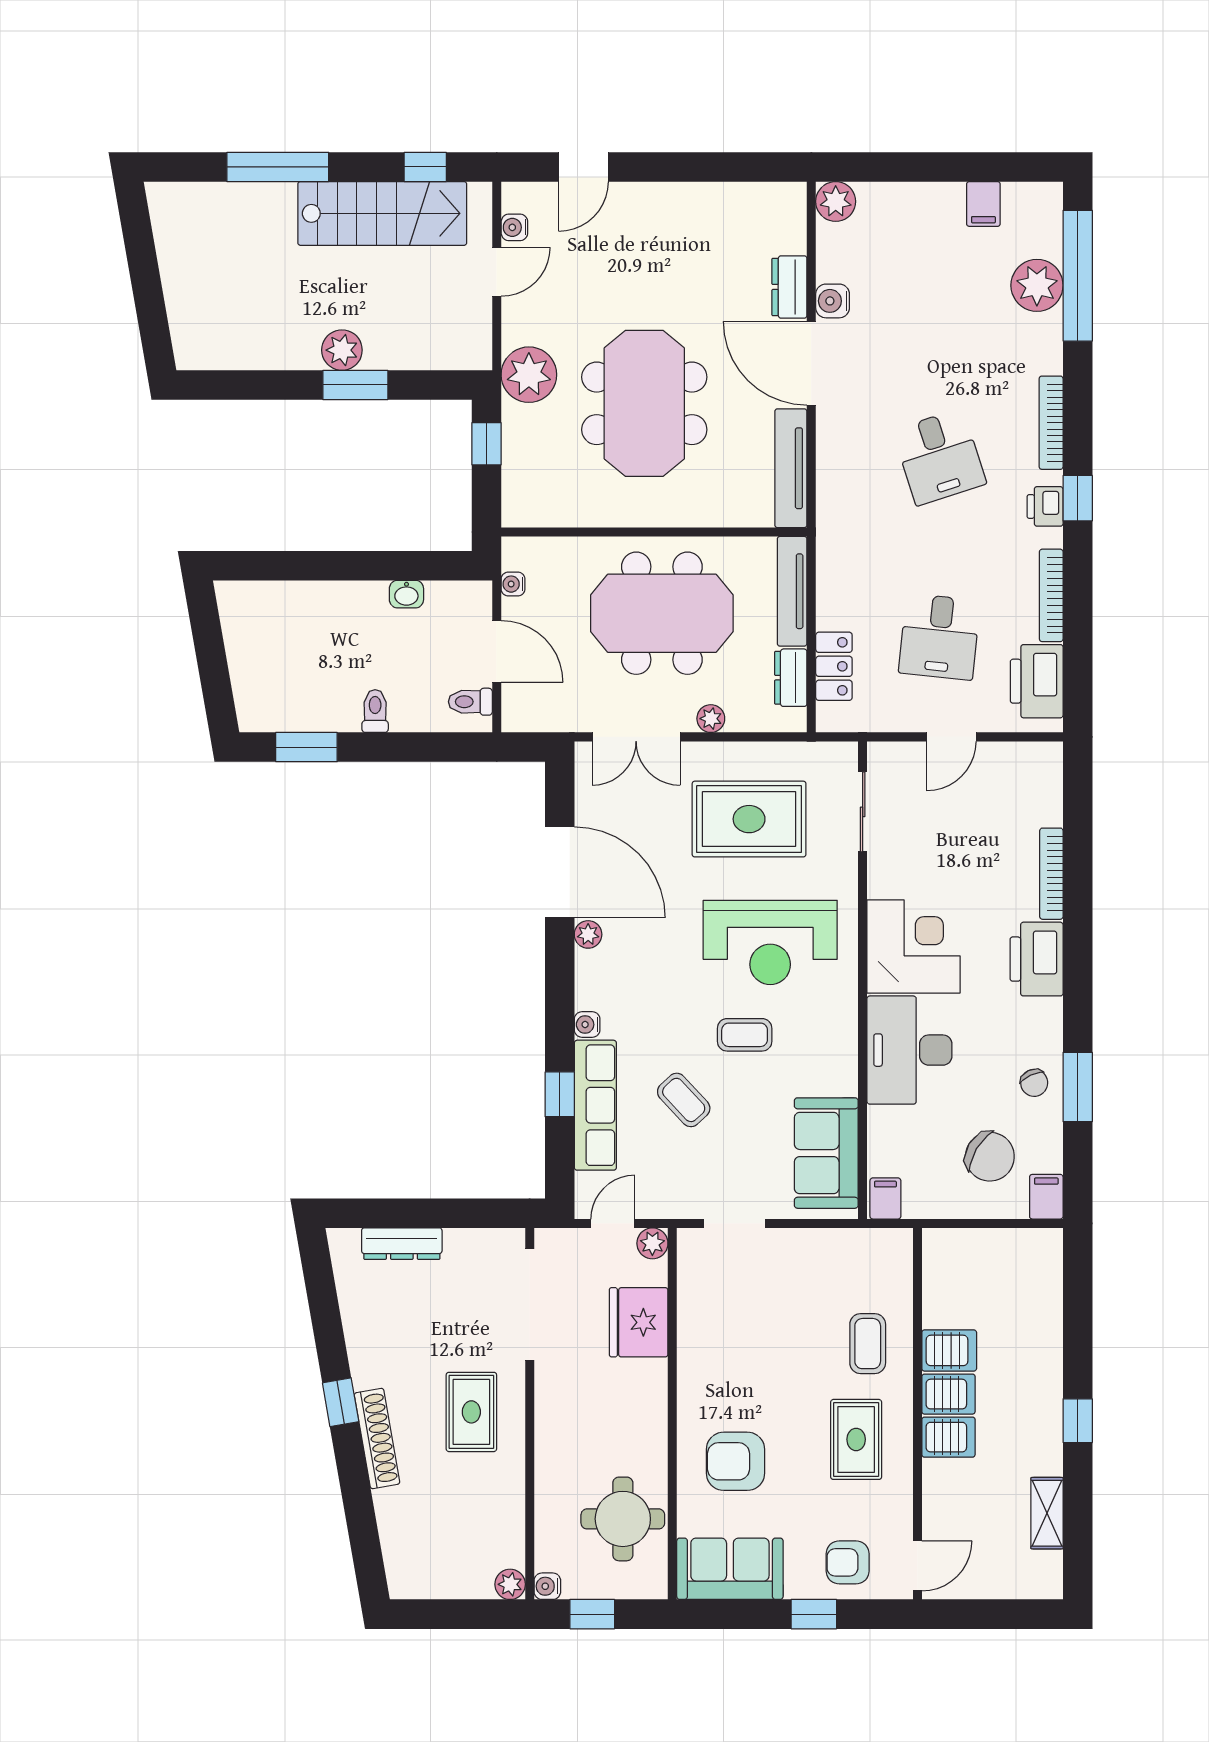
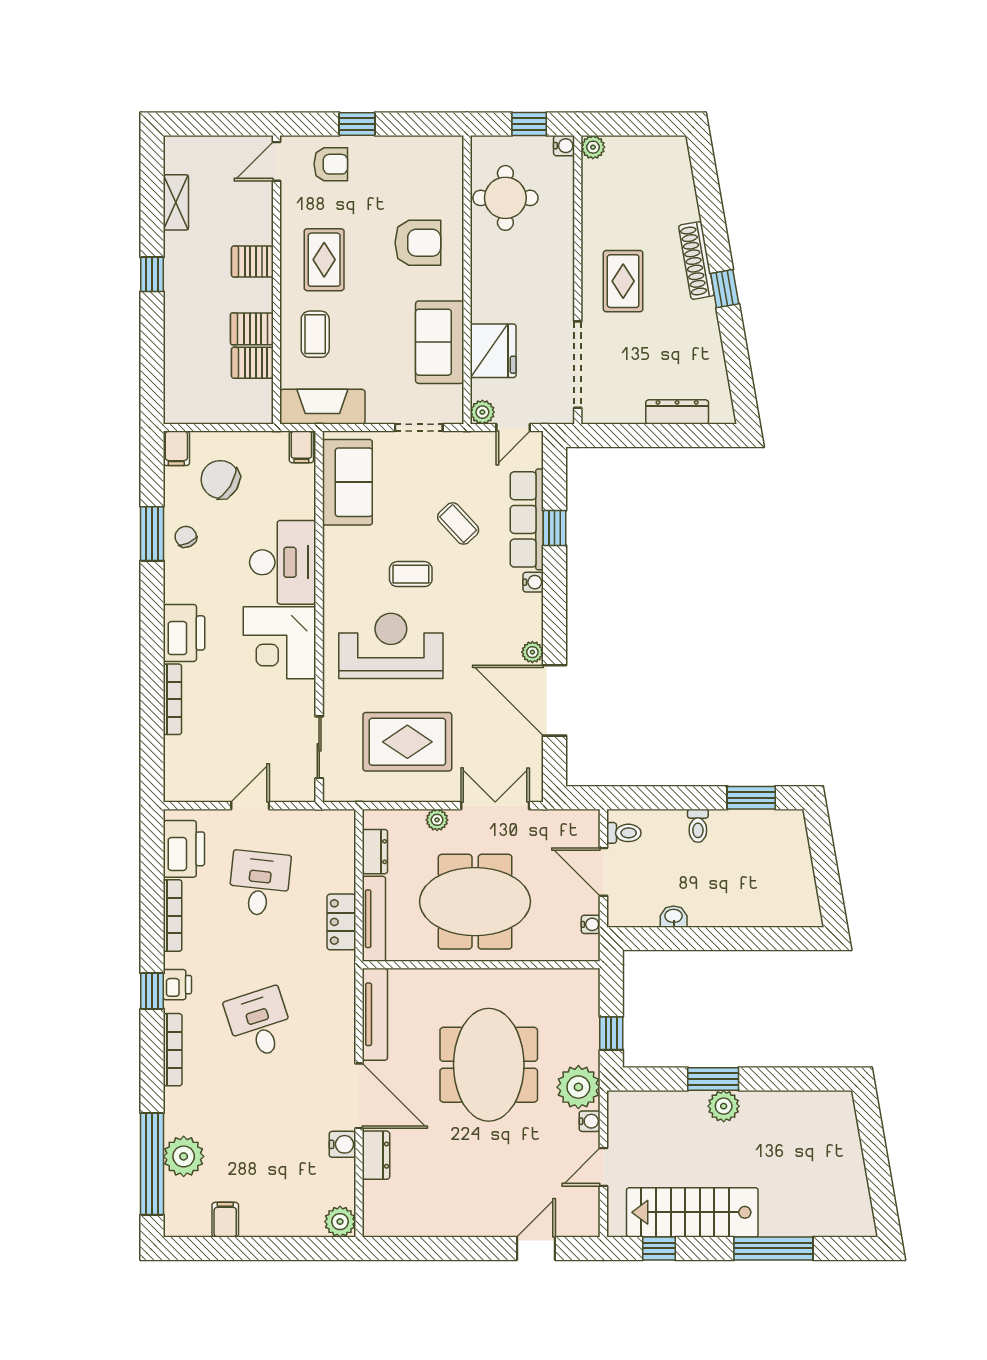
water cooler: (514, 227) -> (590, 1121), moved
locker: (834, 666) -> (341, 922), moved
fireplace: (858, 1250) -> (322, 407), added
server rack: (948, 1394) -> (252, 363), moved
sofa: (730, 1569) -> (440, 342), moved, turned 90

